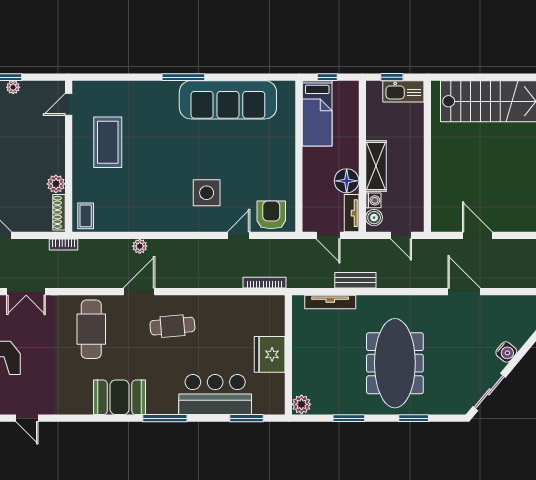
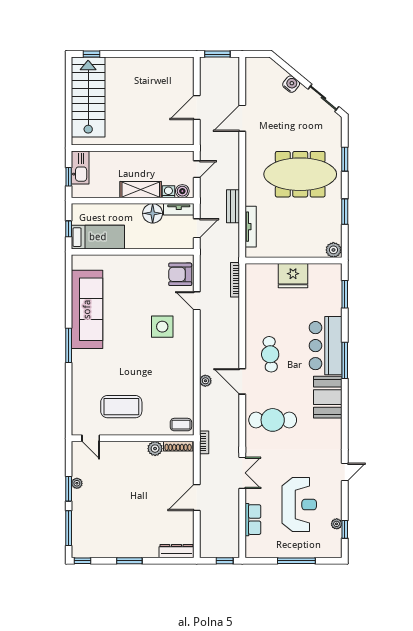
bar counter: (215, 395) -> (326, 346), moved

